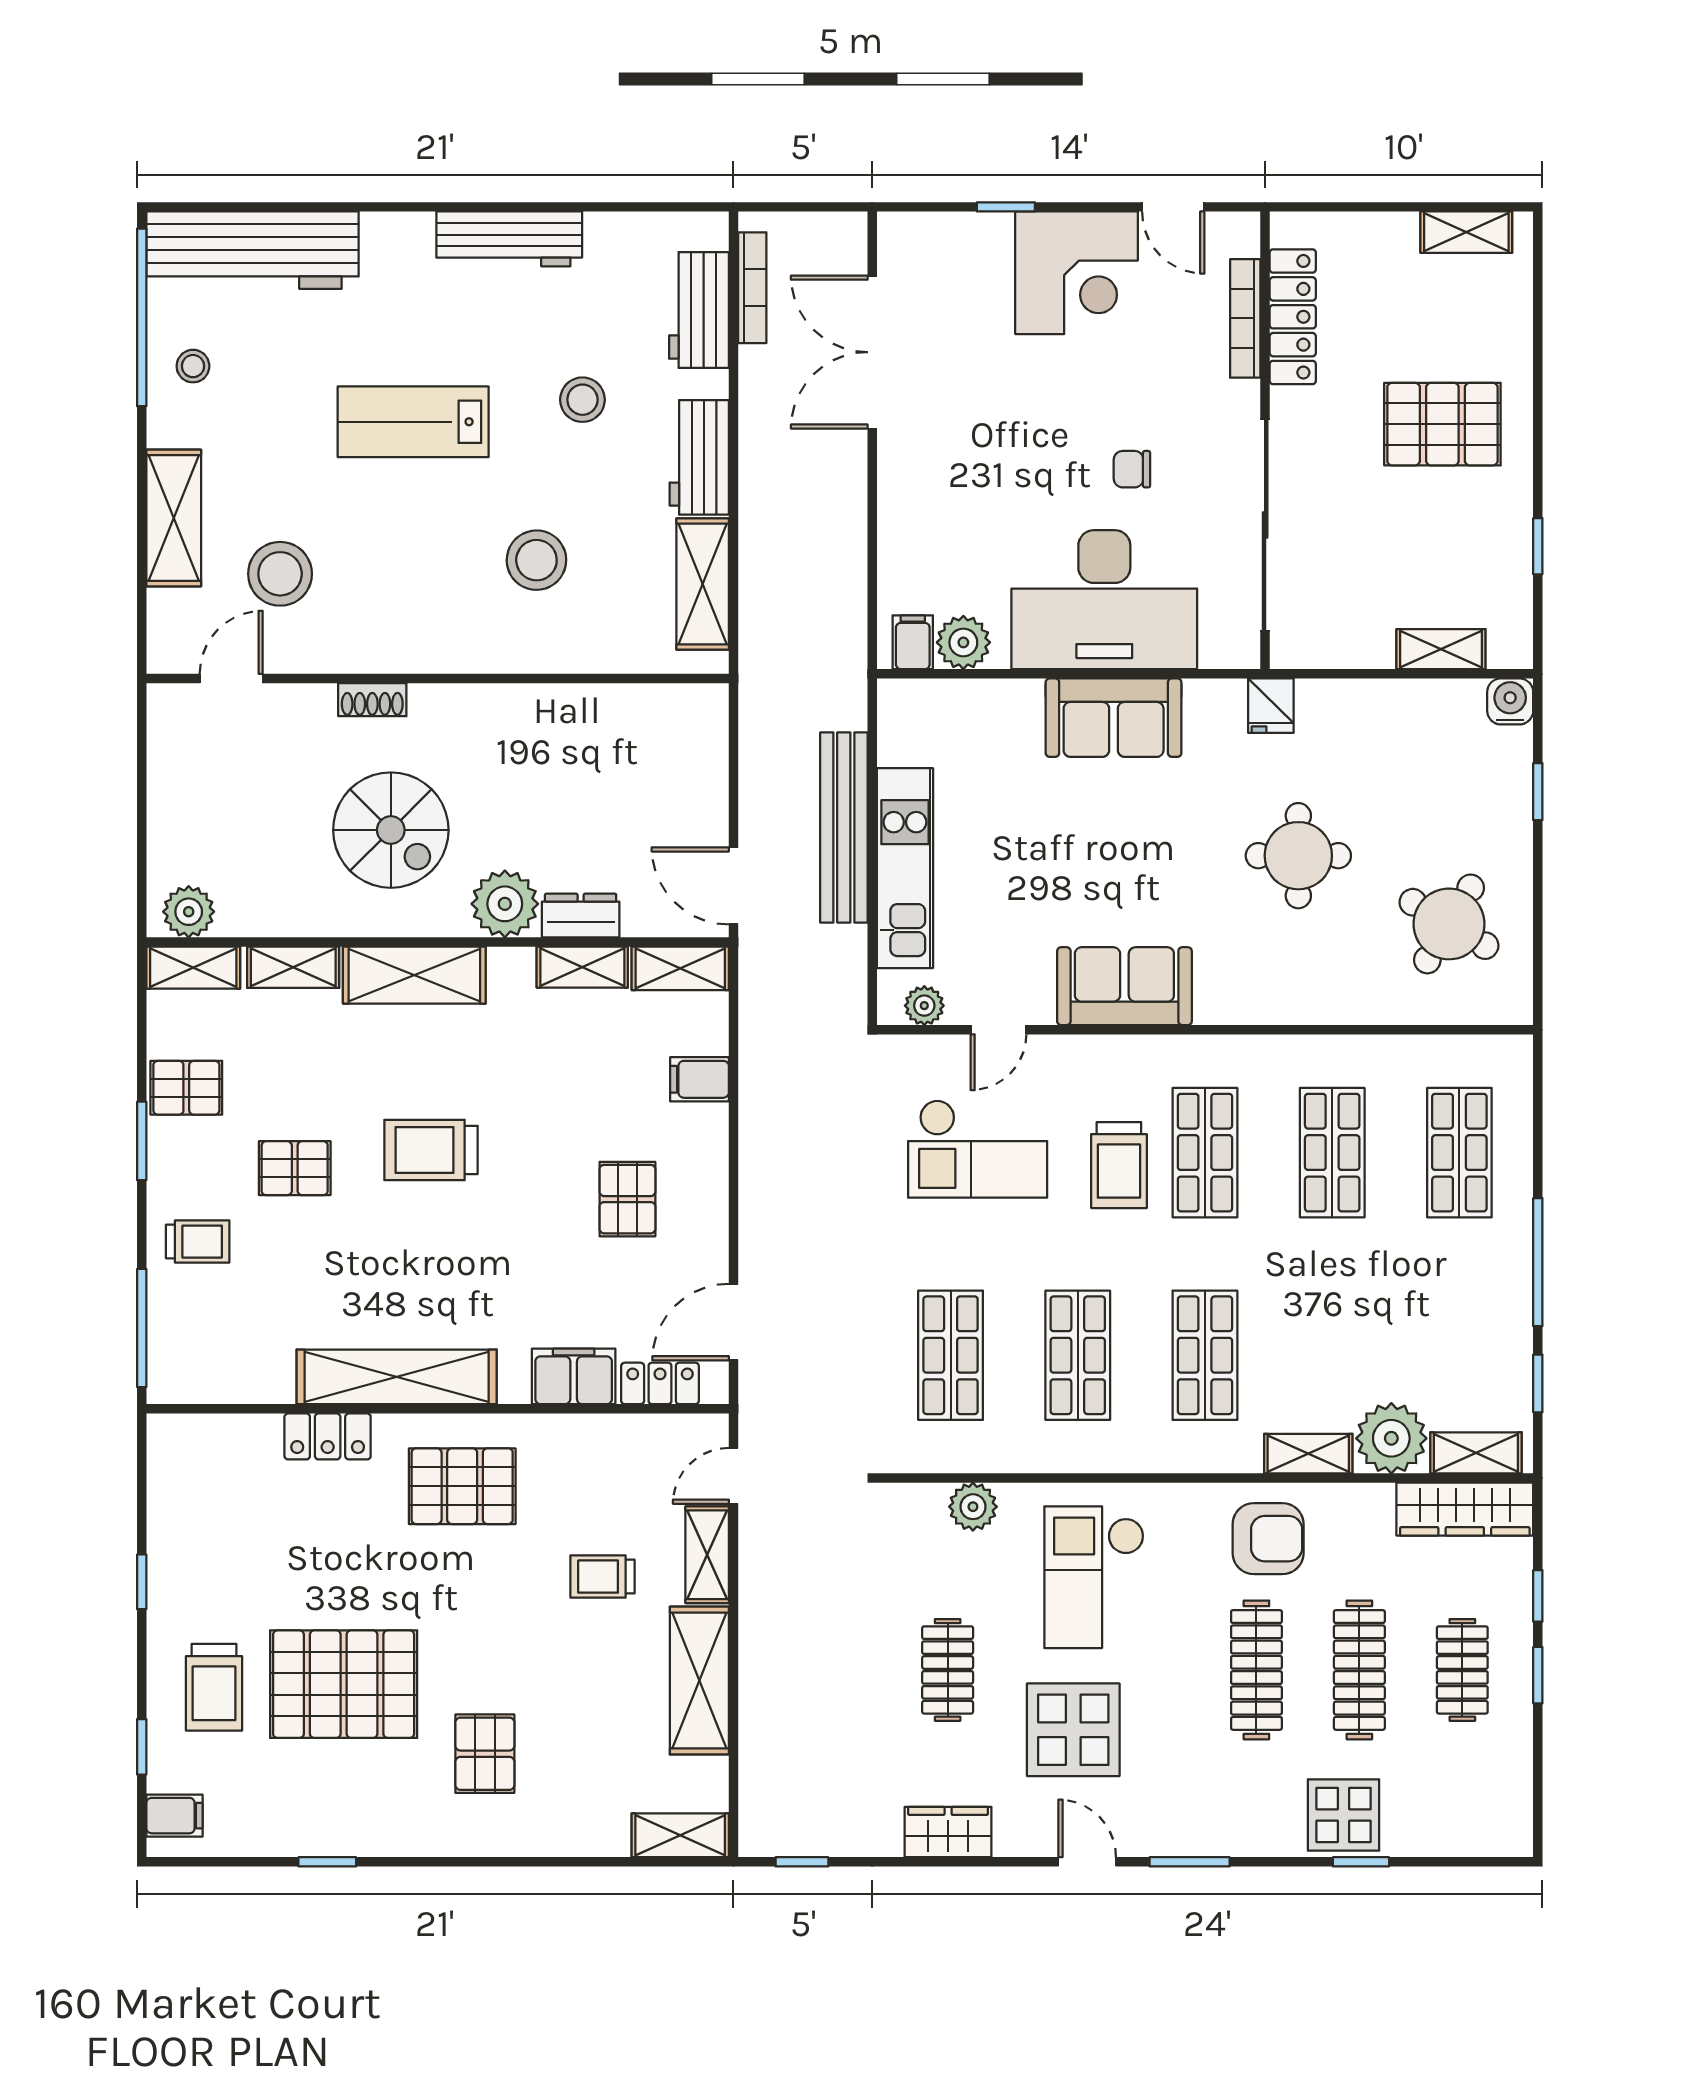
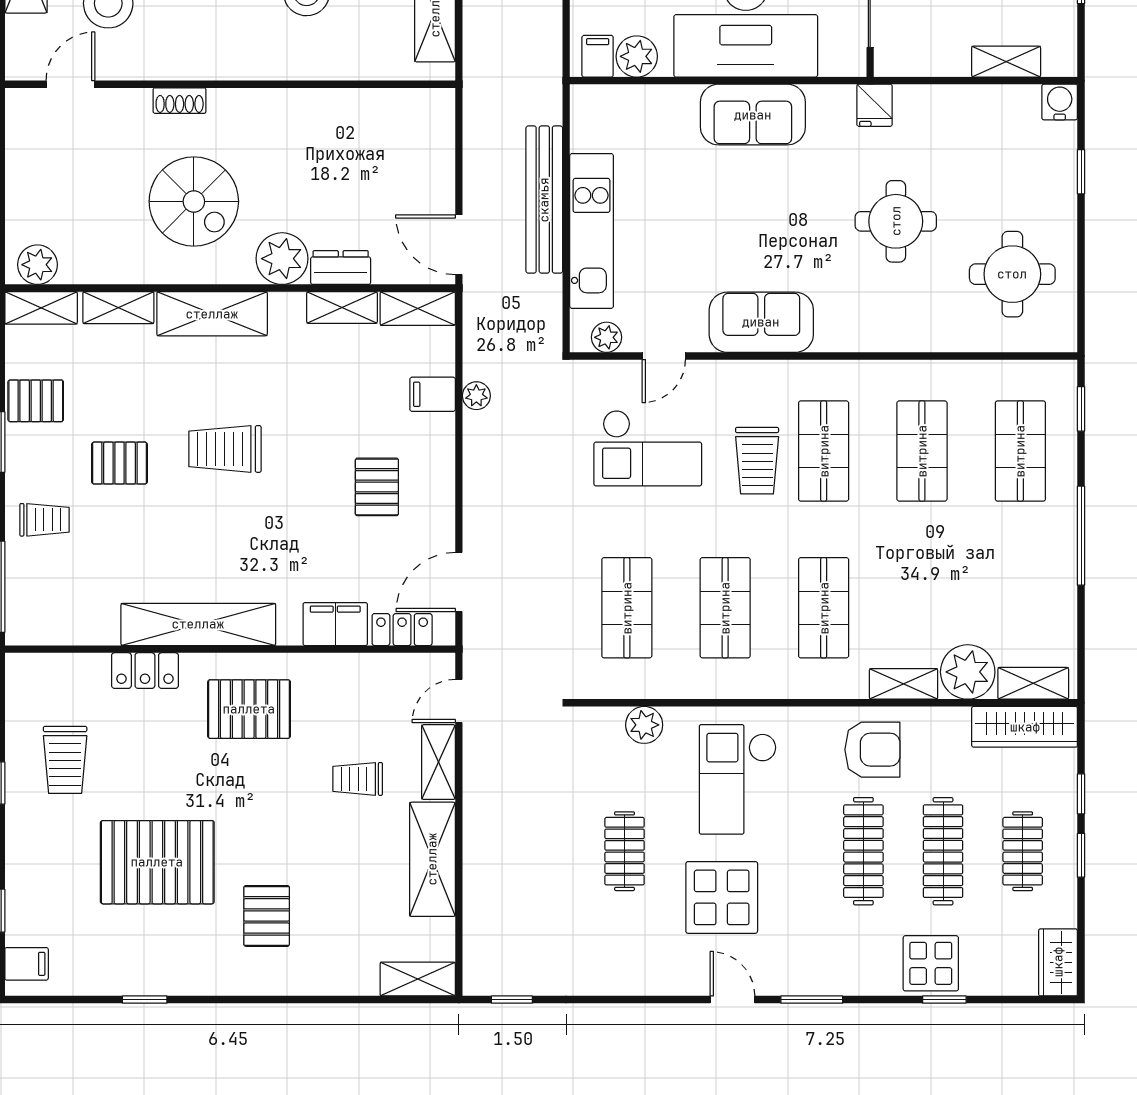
round table: (1449, 924) -> (1012, 274), turned -31
plant: (756, 1081) -> (476, 396), added
window: (1538, 1383) -> (1081, 409), moved
trolley: (214, 1687) -> (65, 760), moved
wardrobe: (948, 1832) -> (1058, 962), moved, turned -90

